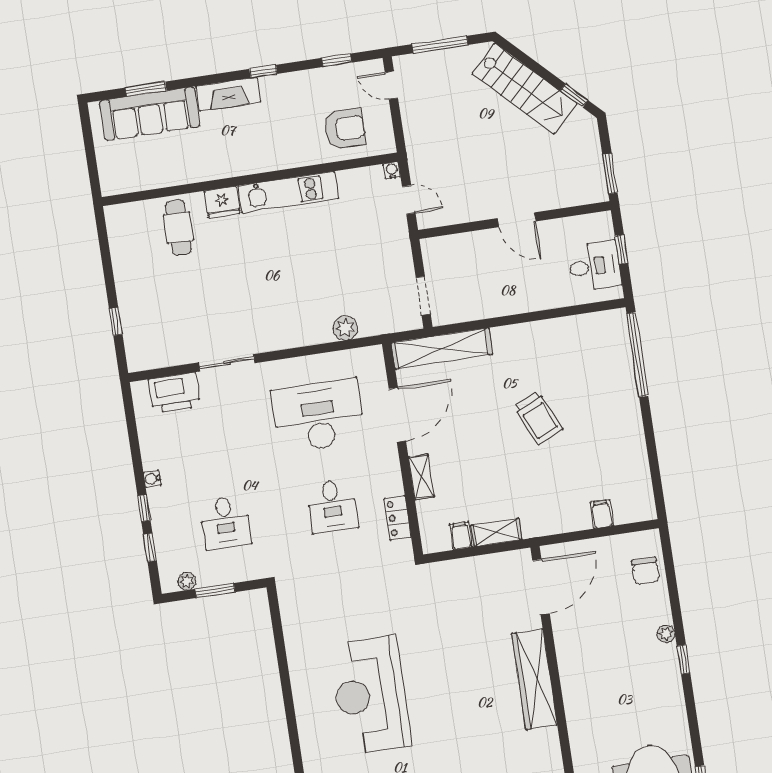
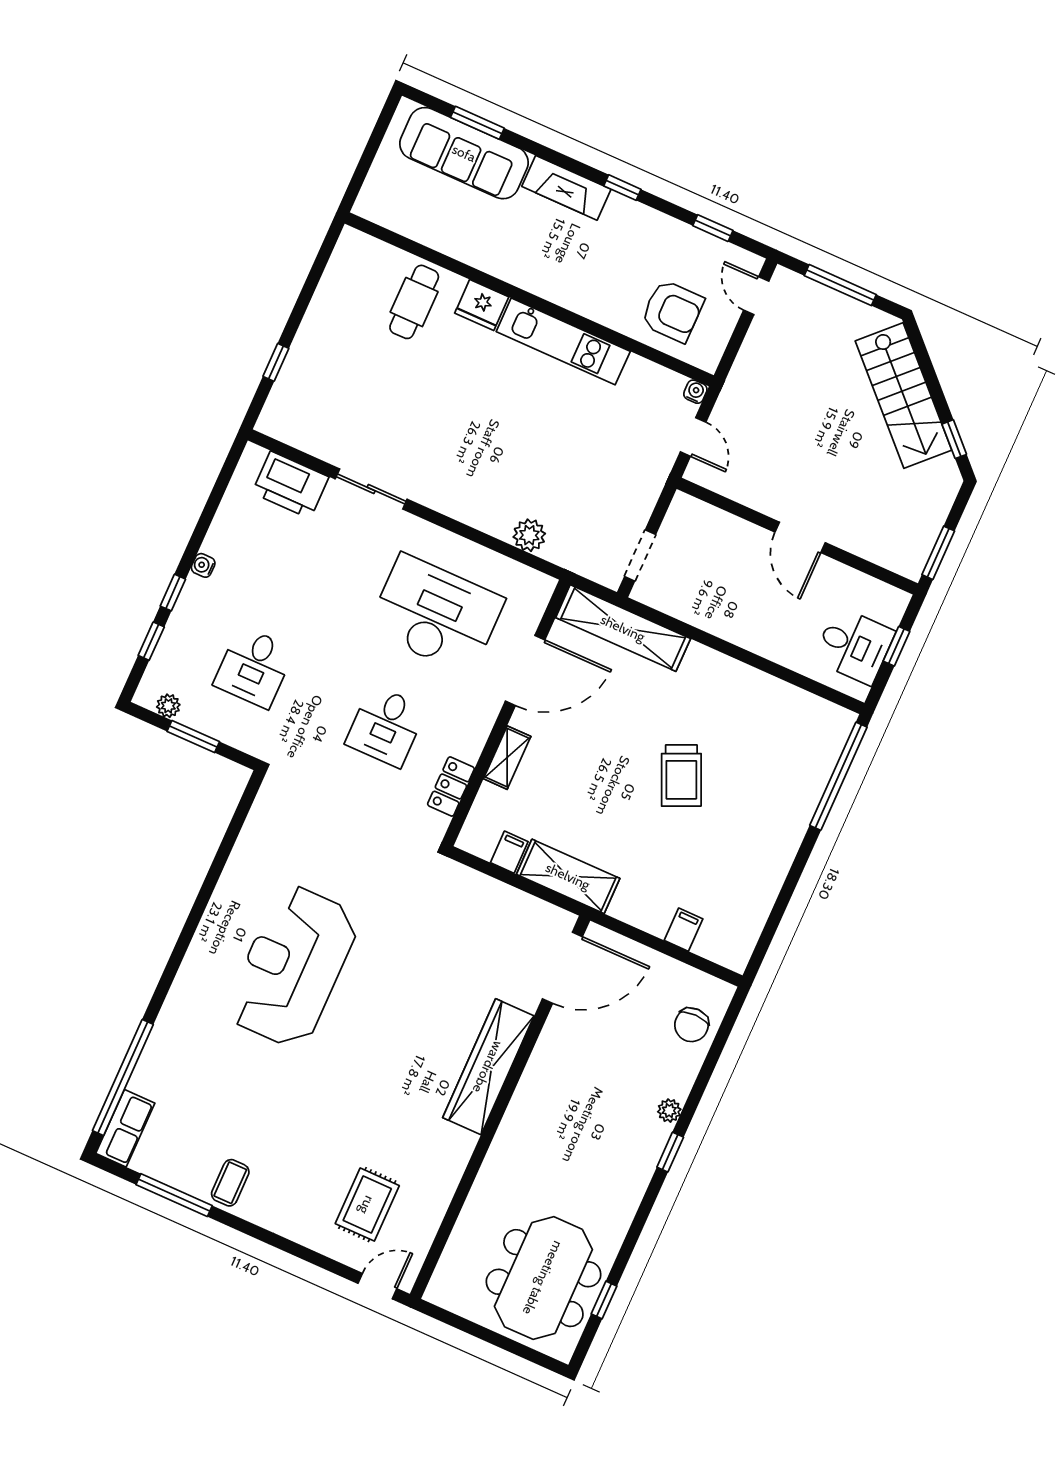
shelving: (496, 532) -> (568, 876), width x1.50, depth x1.33

